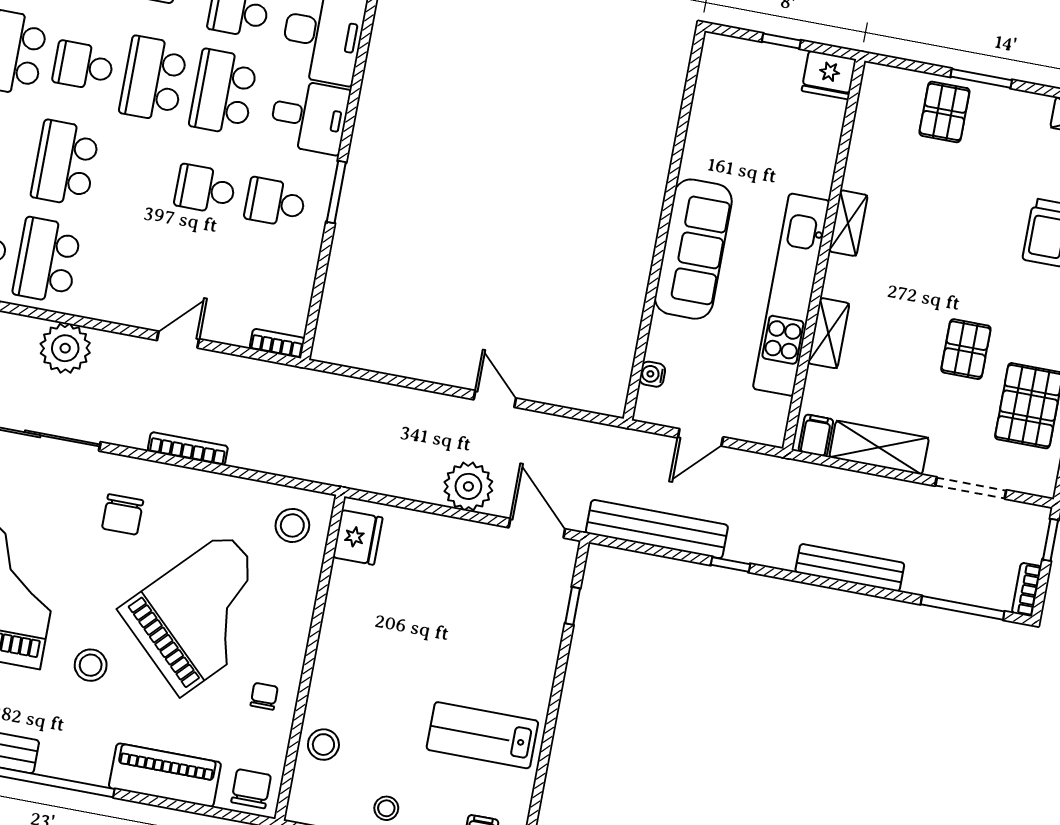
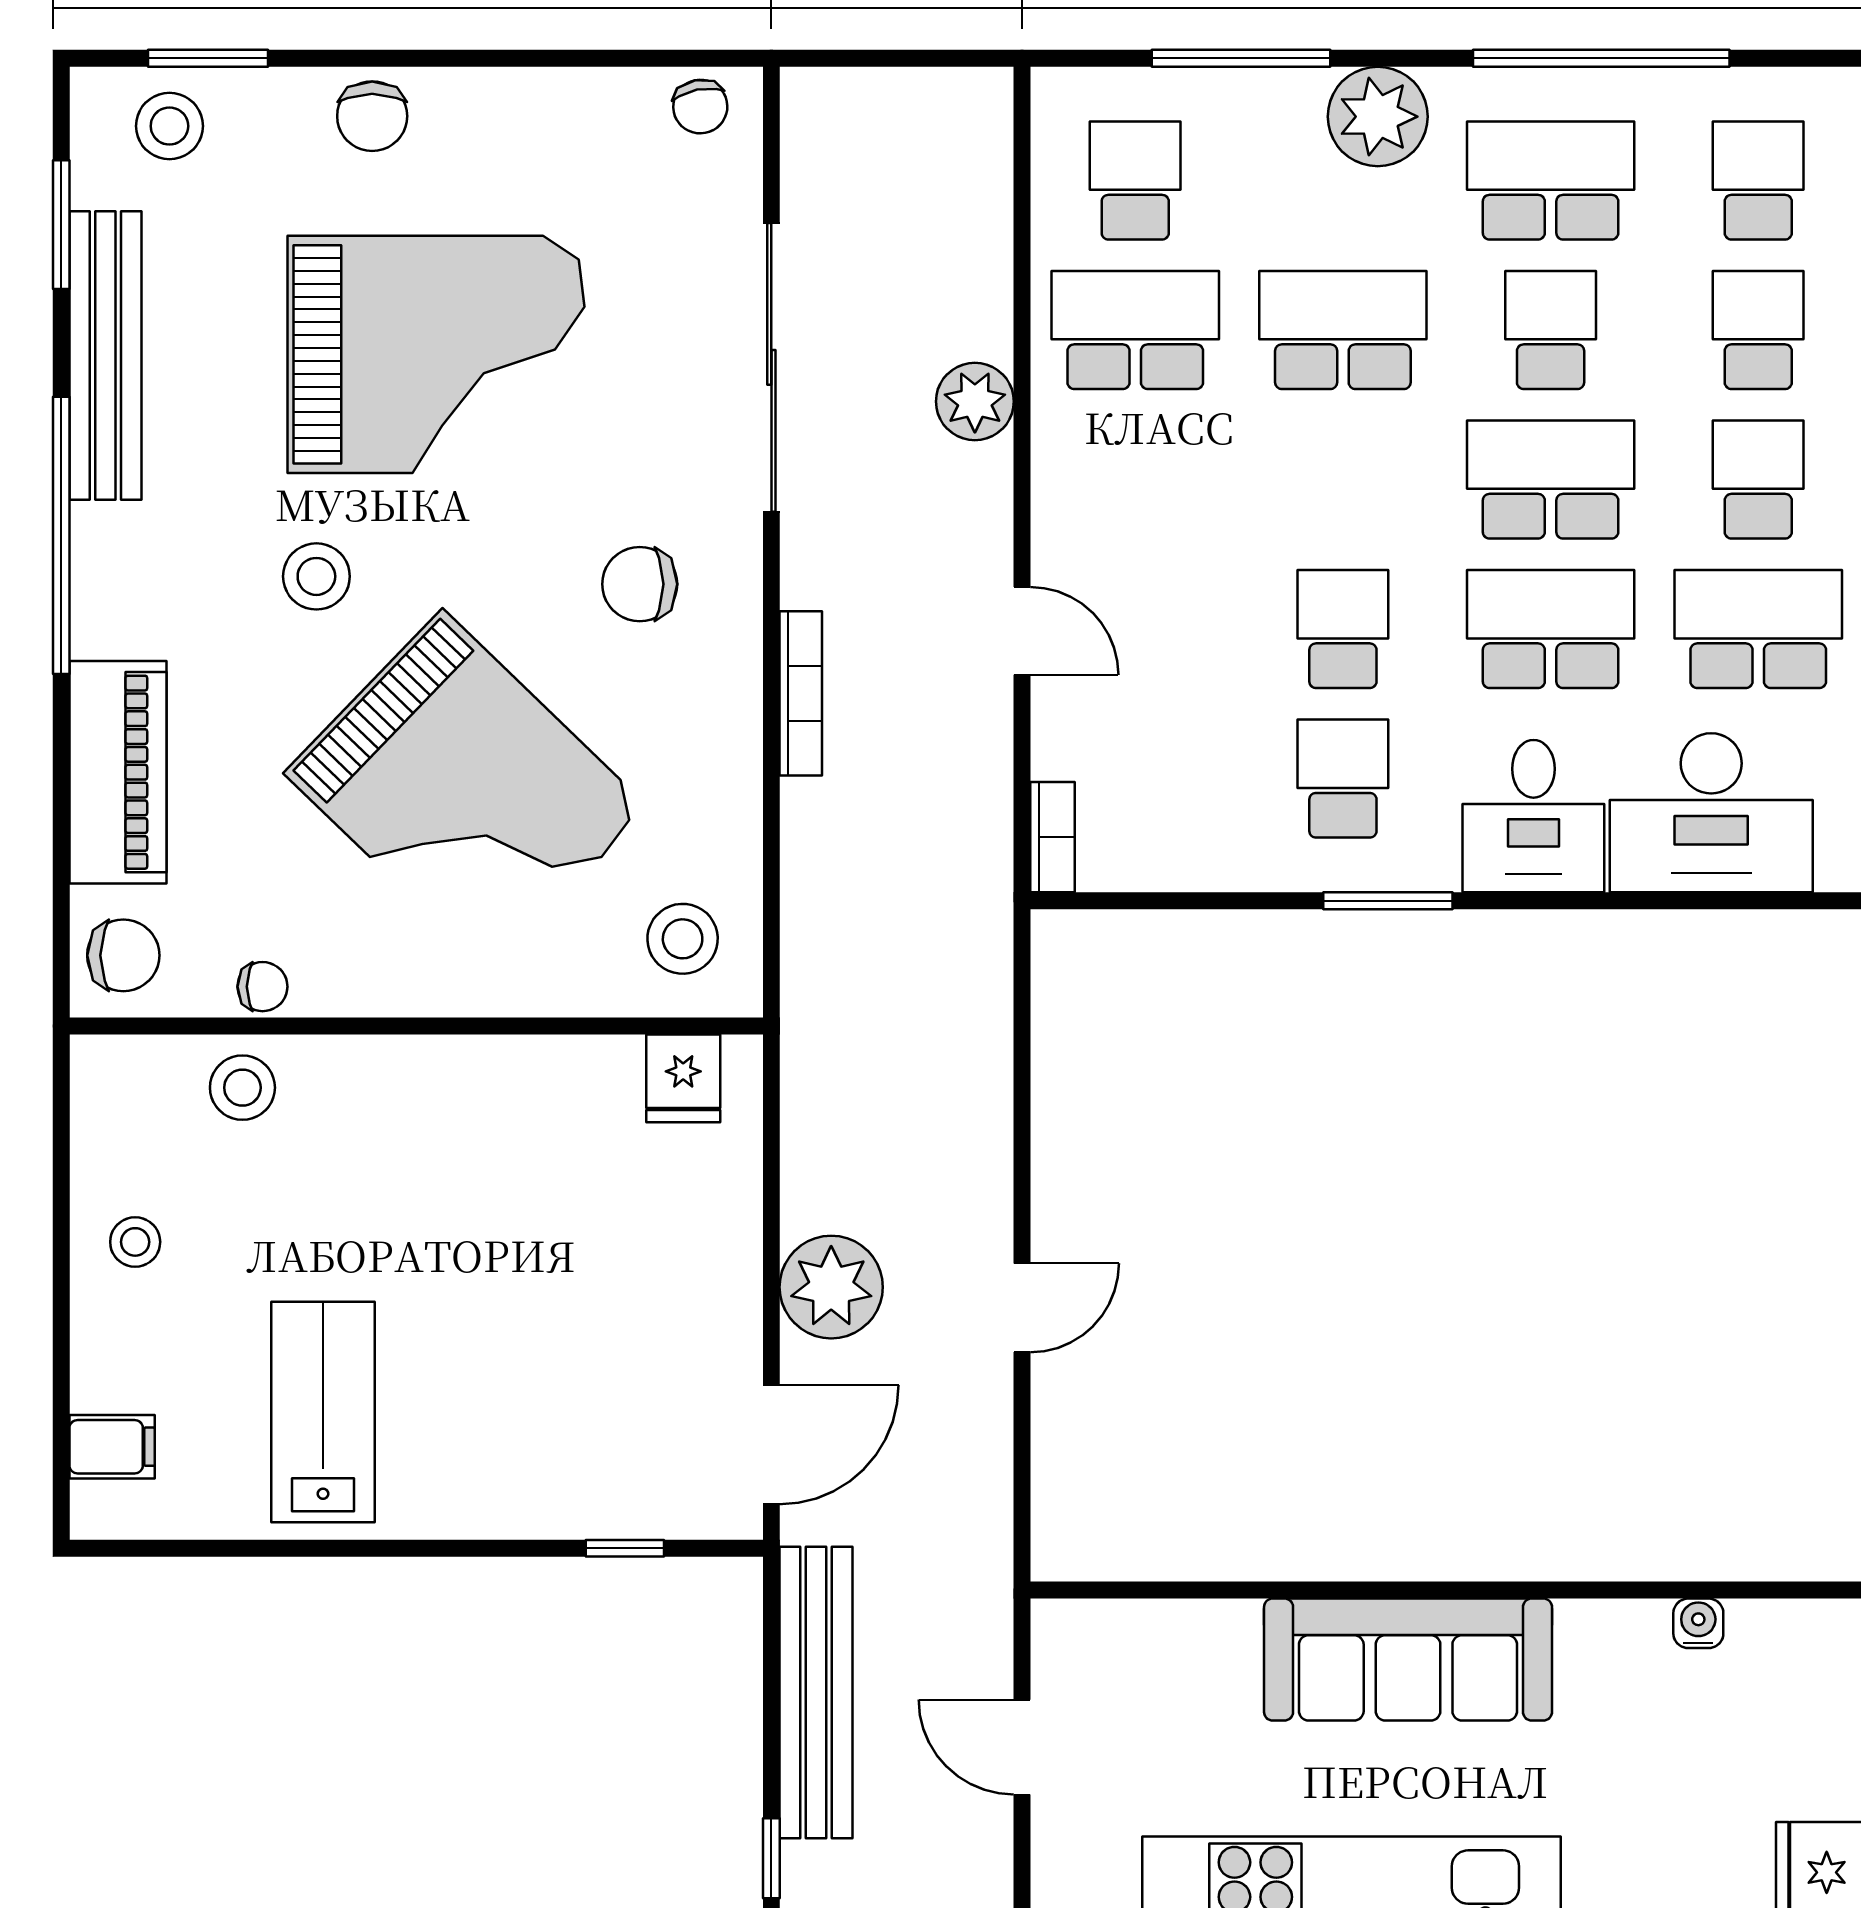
plant: (65, 348) -> (975, 401), width x0.73, depth x0.73
water cooler: (652, 374) -> (1698, 1623), moved
fridge: (358, 537) -> (683, 1078), width x0.72
chair: (264, 696) -> (262, 987), moved

